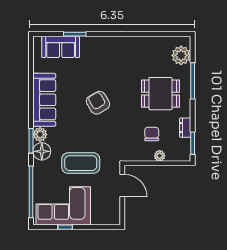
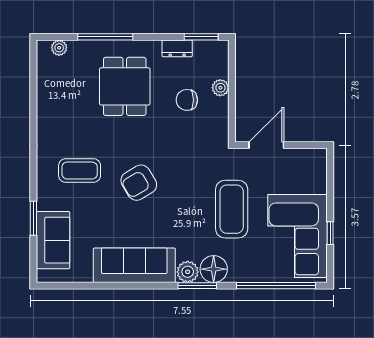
plant: (181, 55) -> (59, 48), width x0.53, depth x0.53
coffee table: (106, 64) -> (80, 171), added

